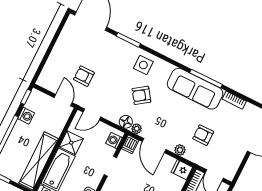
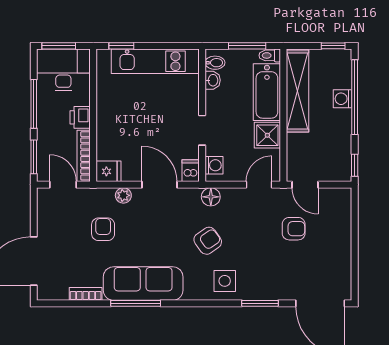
washing machine: (26, 116) -> (343, 99), moved
plant: (137, 129) -> (193, 195), removed
armchair: (203, 135) -> (103, 229), turned -90

